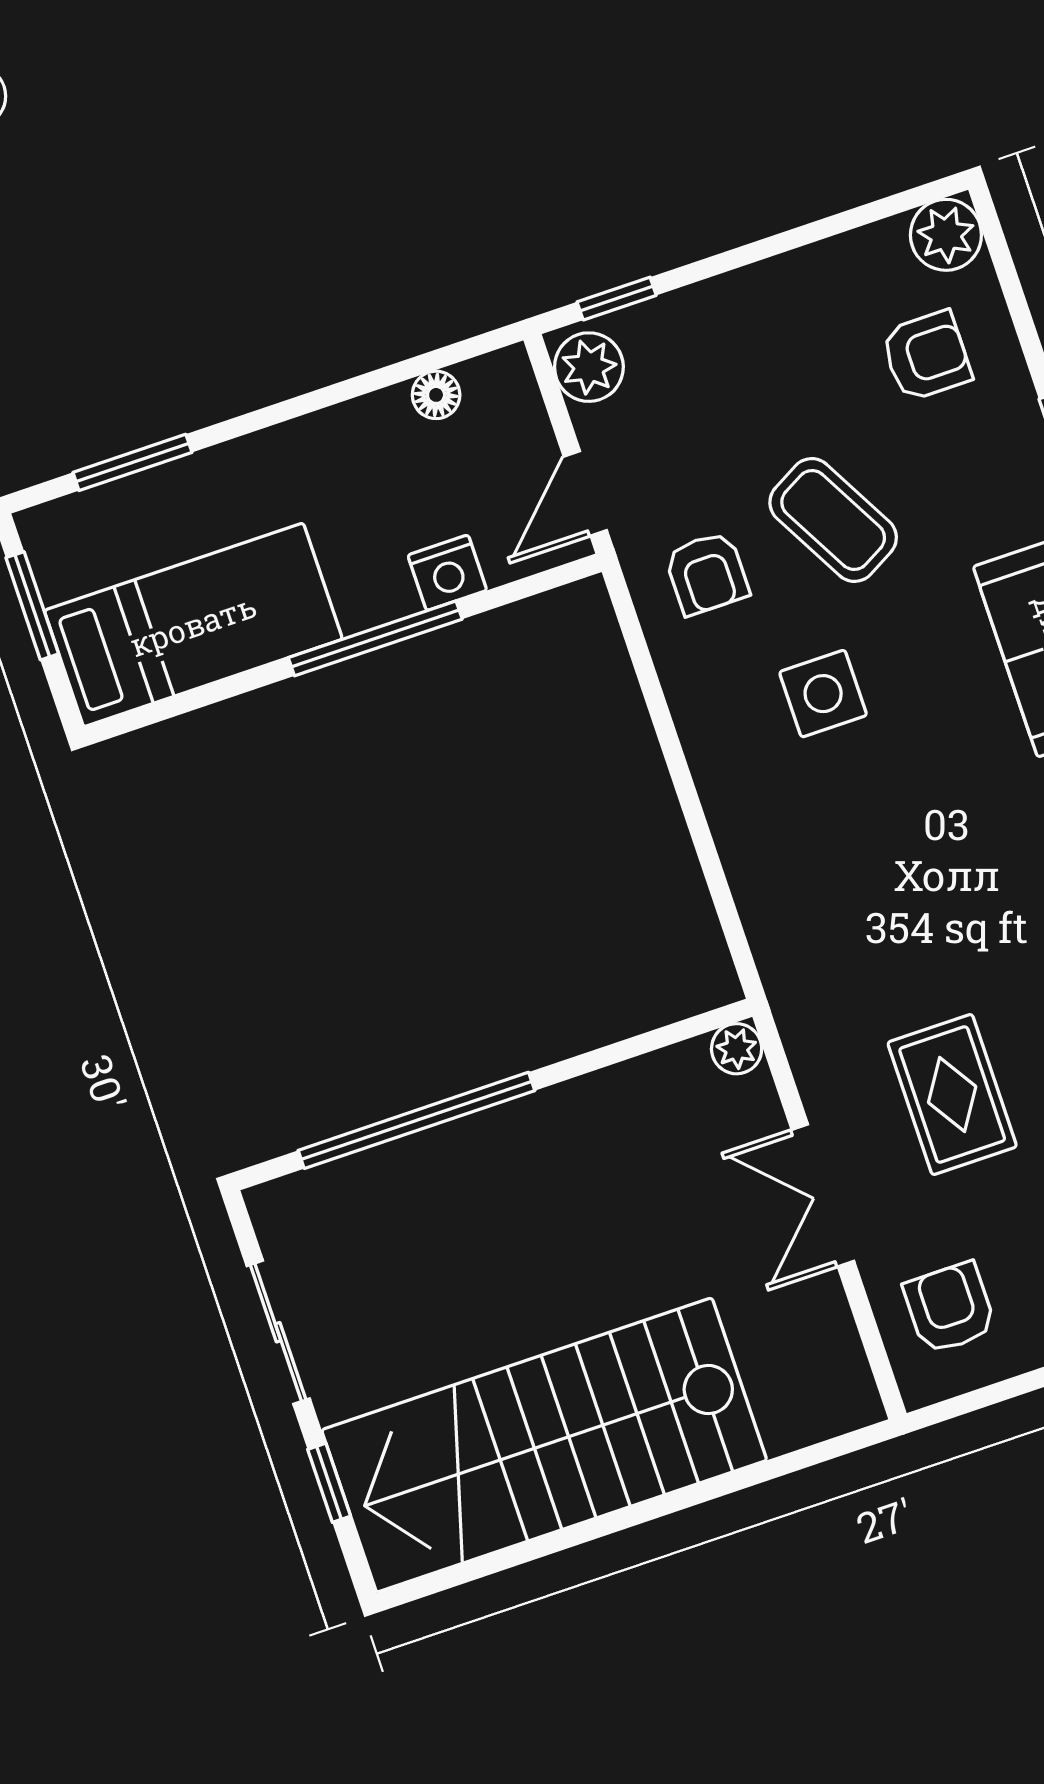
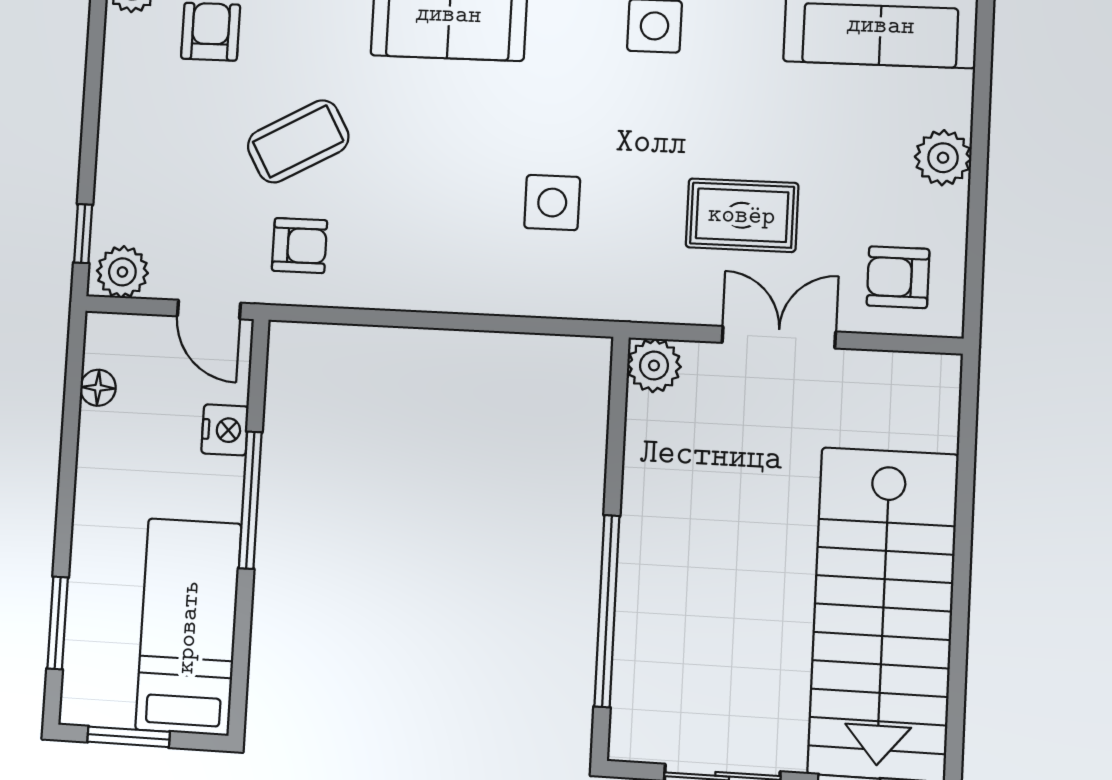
side table: (823, 694) -> (552, 203), moved
plant: (737, 1049) -> (654, 366), width x1.38, depth x1.38
double door: (823, 1195) -> (779, 337), swing flipped

